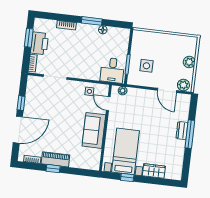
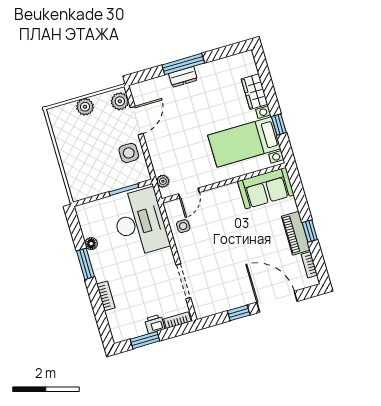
printer: (39, 43) -> (155, 324), width x0.53, depth x0.68
side table: (146, 66) -> (129, 153), moved
desk: (112, 70) -> (140, 222), width x1.87, depth x1.30
sofa: (94, 130) -> (266, 188), moved

